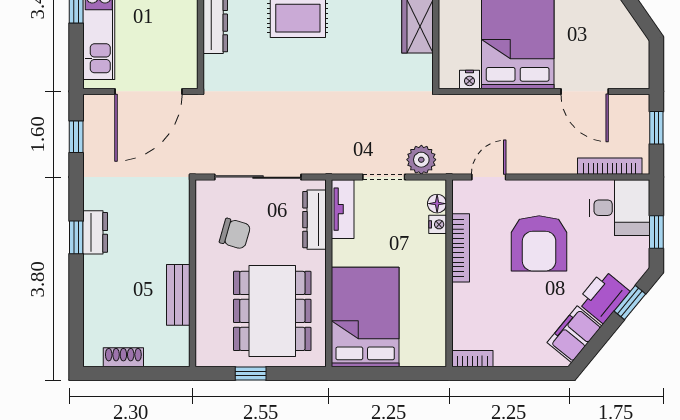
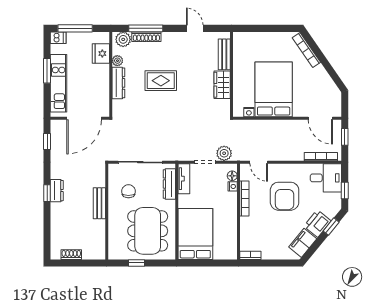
door: (585, 91) -> (320, 118), moved
door: (489, 177) -> (259, 162), swing flipped
chair: (235, 234) -> (128, 191), turned -106
bench: (178, 295) -> (99, 203), moved

